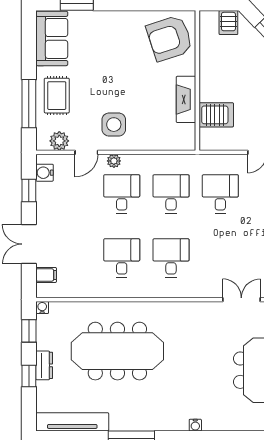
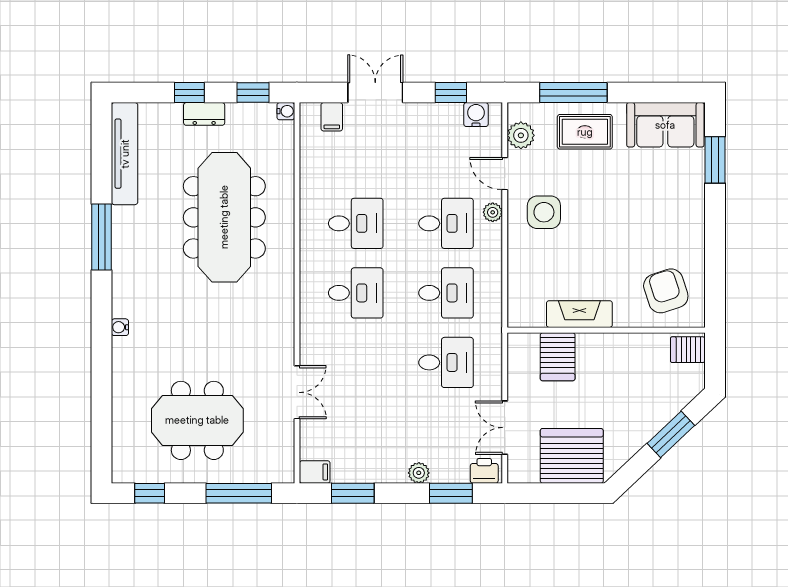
server rack: (228, 23) -> (688, 350), moved
armchair: (170, 38) -> (666, 291), width x0.73, depth x0.73

